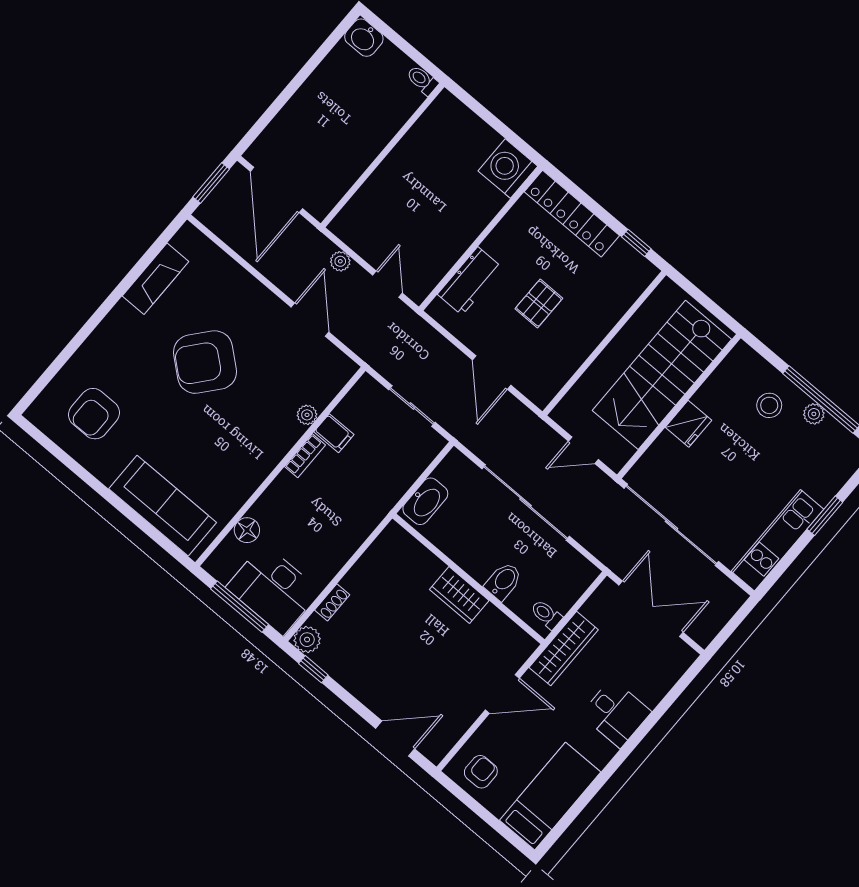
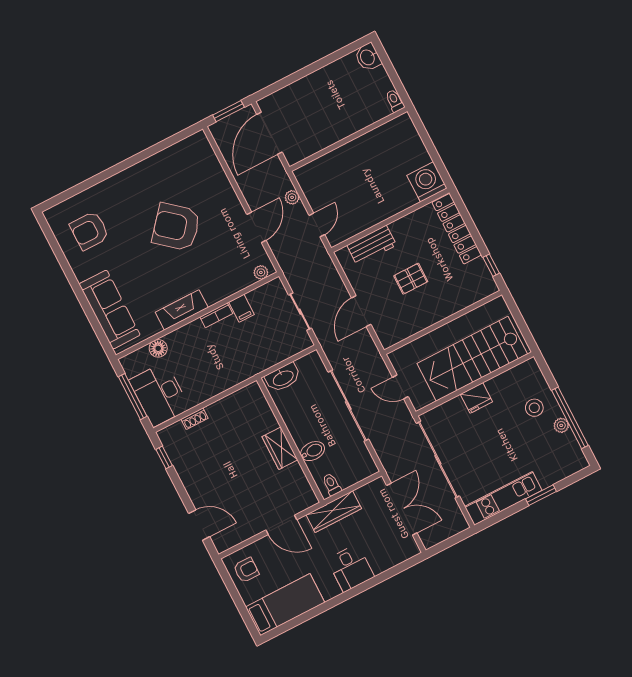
fireplace: (156, 279) -> (182, 310), moved, turned 180
plant: (307, 415) -> (261, 272), moved
plant: (307, 640) -> (168, 436), removed

